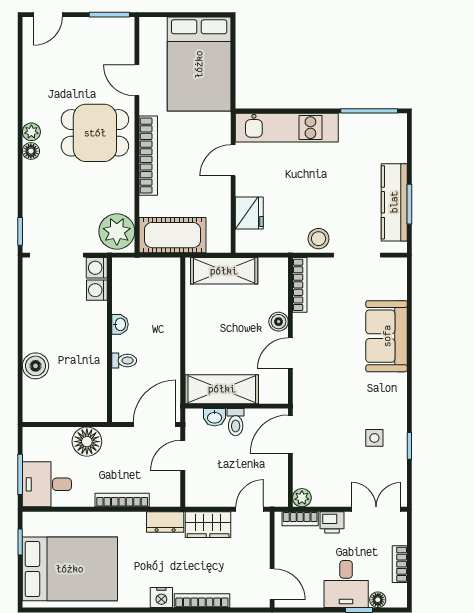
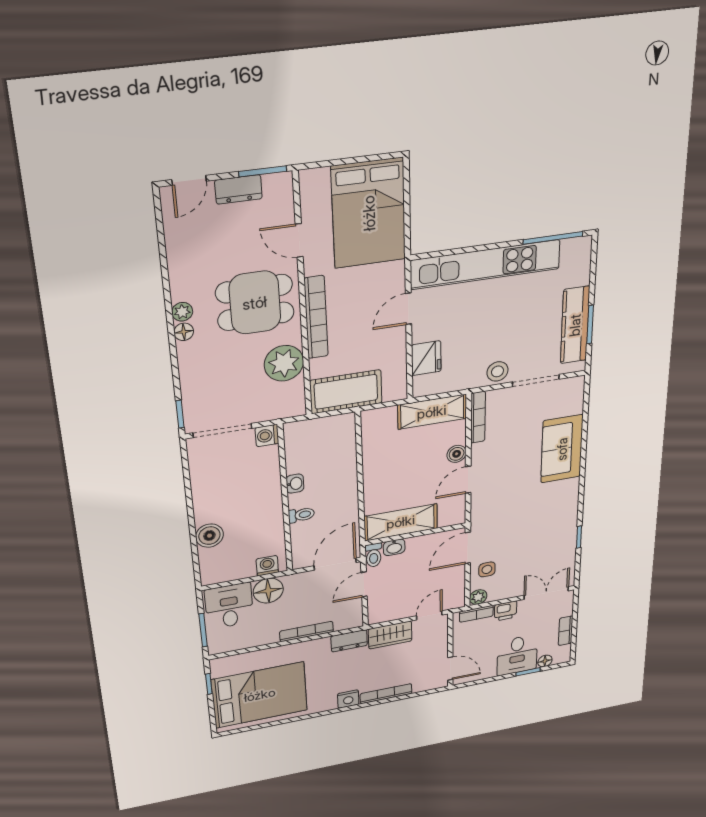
dresser: (88, 28) -> (238, 189), added
kitchen unit: (287, 128) -> (486, 264), width x1.36
plant: (117, 231) -> (284, 363), moved
shelving: (224, 271) -> (432, 412), moved
washing machine: (97, 290) -> (267, 566), moved, turned 90
toilet: (236, 422) -> (374, 555), moved
side table: (374, 438) -> (487, 569), moved
desk: (47, 484) -> (229, 606), moved, turned 90

